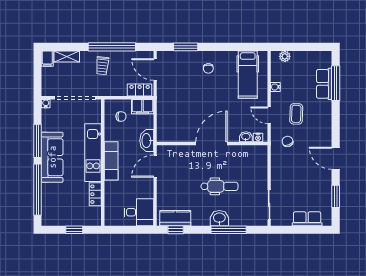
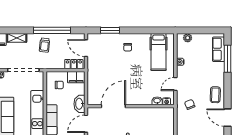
row of seats: (324, 84) -> (218, 49), moved
coffee table: (296, 114) -> (215, 95), moved
door: (269, 115) -> (175, 84), hinge flipped
door: (211, 144) -> (113, 106), moved

